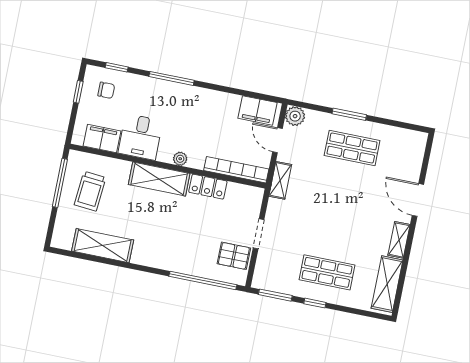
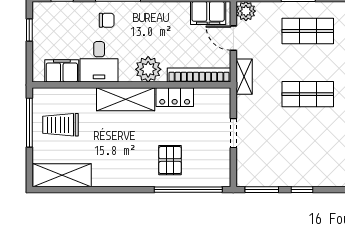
chair: (106, 90) -> (107, 20), moved
plant: (180, 159) -> (148, 69), width x1.88, depth x1.88
trolley: (90, 191) -> (61, 125), turned 85
shelving: (103, 246) -> (62, 175), moved
pallet: (234, 256) -> (170, 160), moved, turned 90
shop shelf: (327, 272) -> (308, 94), moved

